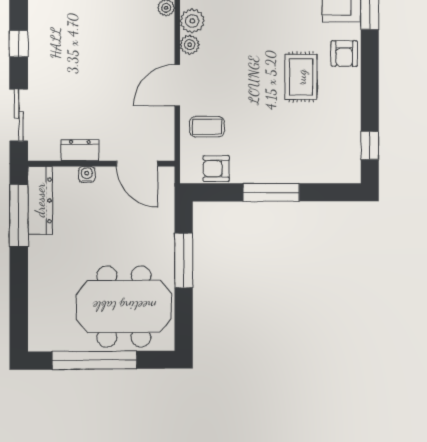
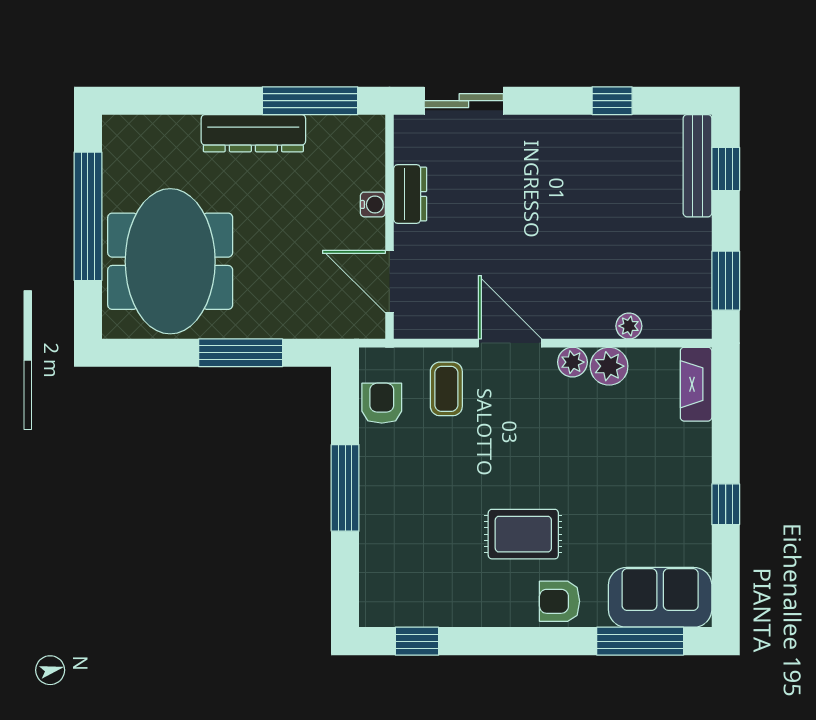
window: (19, 44) -> (612, 101), moved
door: (137, 164) -> (389, 282), hinge flipped
dresser: (40, 200) -> (253, 133), moved

